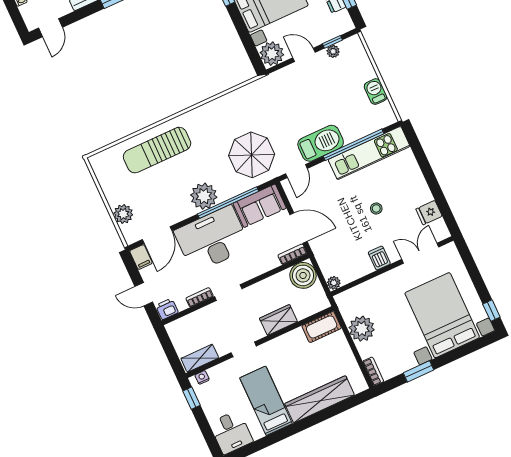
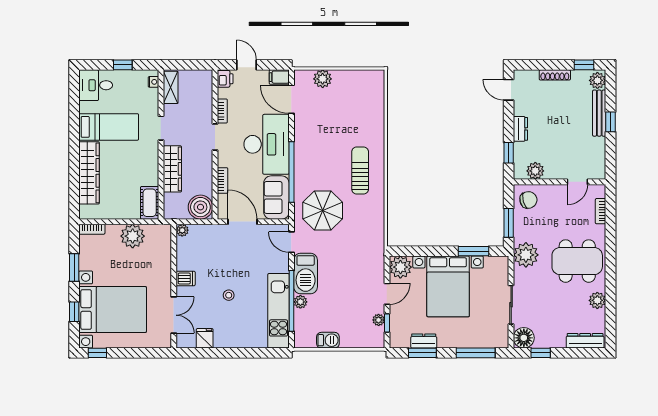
sun lounger: (157, 150) -> (360, 171), moved, width x0.73, depth x0.75
plant: (204, 196) -> (300, 302), moved, width x0.53, depth x0.53
door: (298, 228) -> (242, 222), swing flipped
bookcase: (292, 254) -> (223, 180), moved
door: (144, 294) -> (247, 65), hinge flipped
wardrobe: (278, 320) -> (172, 169), width x1.50
window: (462, 352) -> (74, 312), added
window: (192, 398) -> (123, 65), moved

